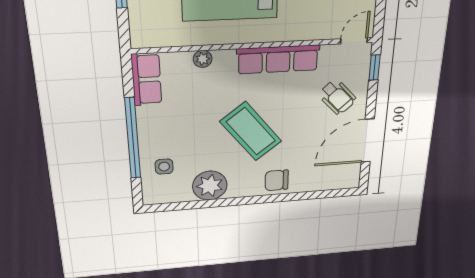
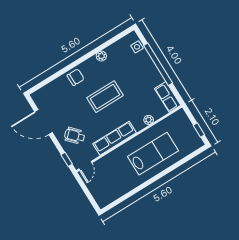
coffee table: (251, 131) -> (105, 97), turned -52
door: (368, 141) -> (44, 122), swing flipped
side table: (164, 167) -> (137, 47), moved
plant: (210, 186) -> (101, 56), width x0.53, depth x0.53

